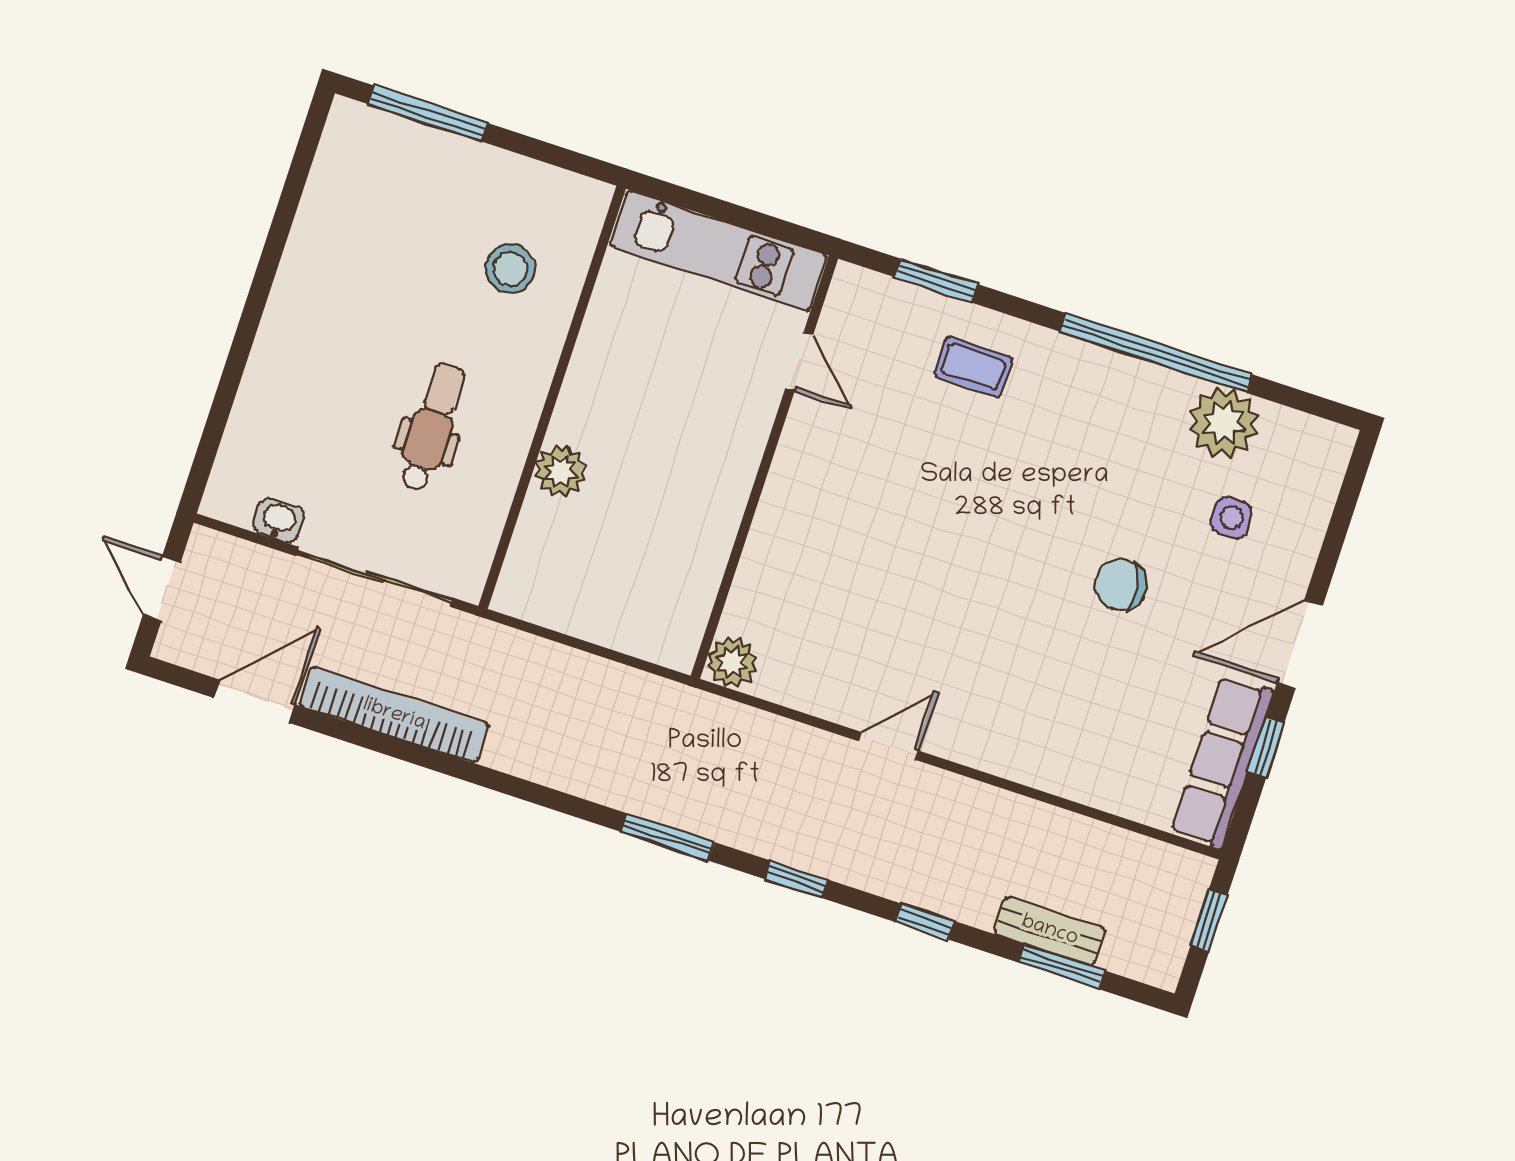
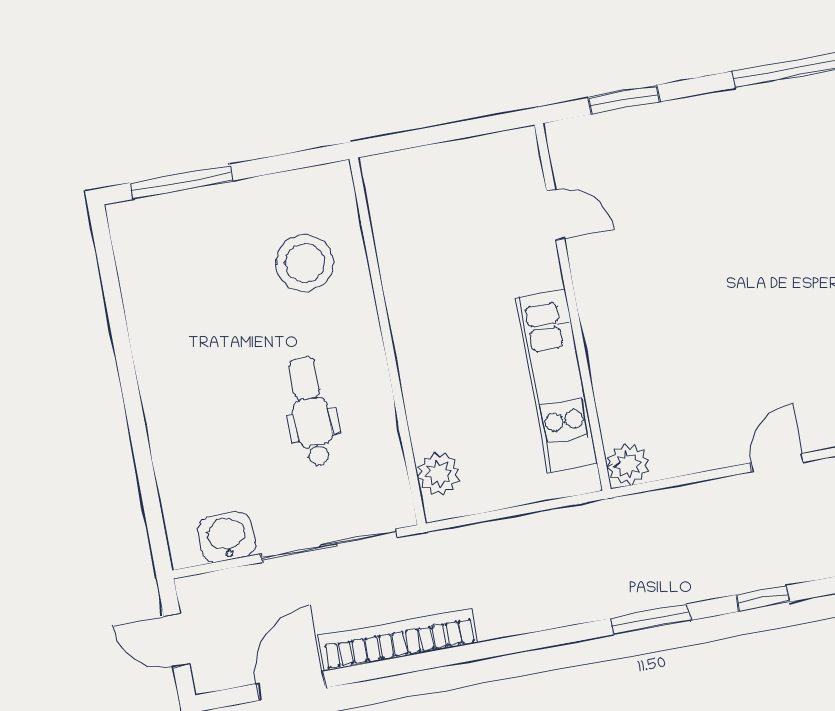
kitchen unit: (718, 251) -> (557, 381), moved, turned 90
stool: (510, 269) -> (305, 263), width x1.38, depth x1.38
coffee table: (973, 367) -> (686, 148), removed
plant: (560, 471) -> (439, 474), moved
washbasin: (279, 520) -> (227, 537), width x1.38, depth x1.45

